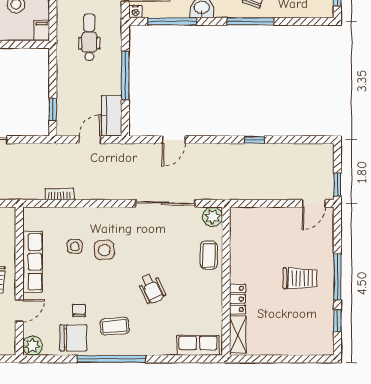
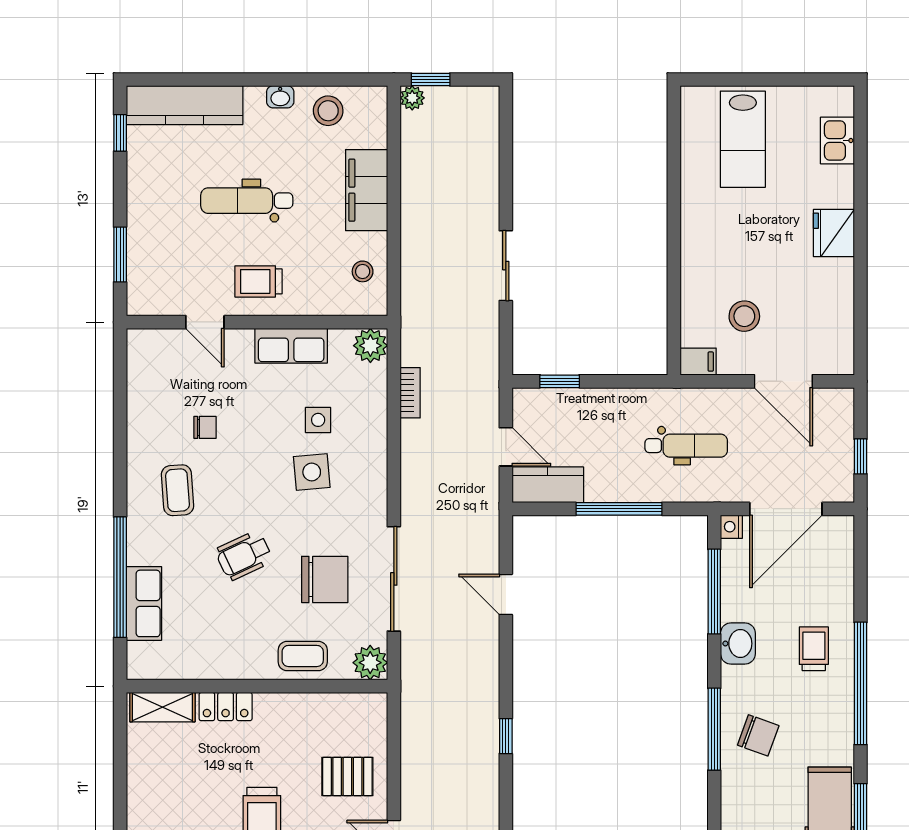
pallet: (277, 230) -> (347, 776), added
row of seats: (33, 262) -> (291, 346), width x0.68
chair: (73, 338) -> (325, 579), moved, turned -90
row of seats: (198, 345) -> (144, 603), moved
plant: (33, 346) -> (370, 346), moved
window: (111, 359) -> (120, 577), moved

